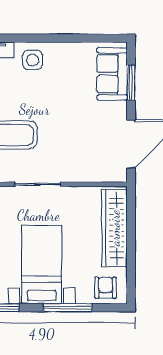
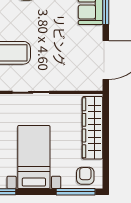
window: (68, 308) -> (76, 192), moved

